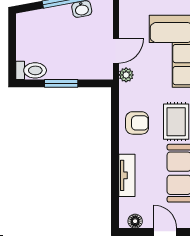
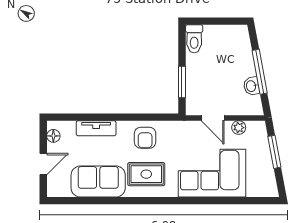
plant: (126, 75) -> (239, 128), moved
window: (61, 83) -> (182, 82), moved

